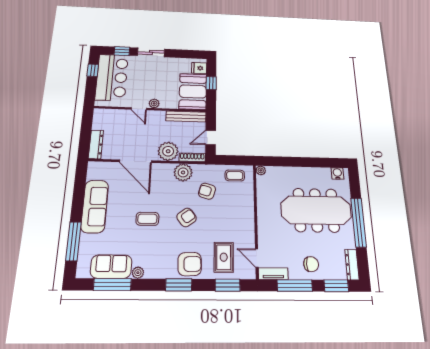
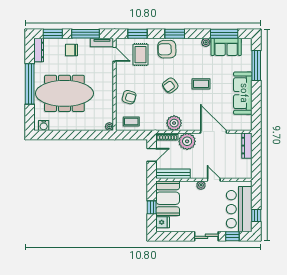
armchair: (207, 191) -> (129, 97), moved

